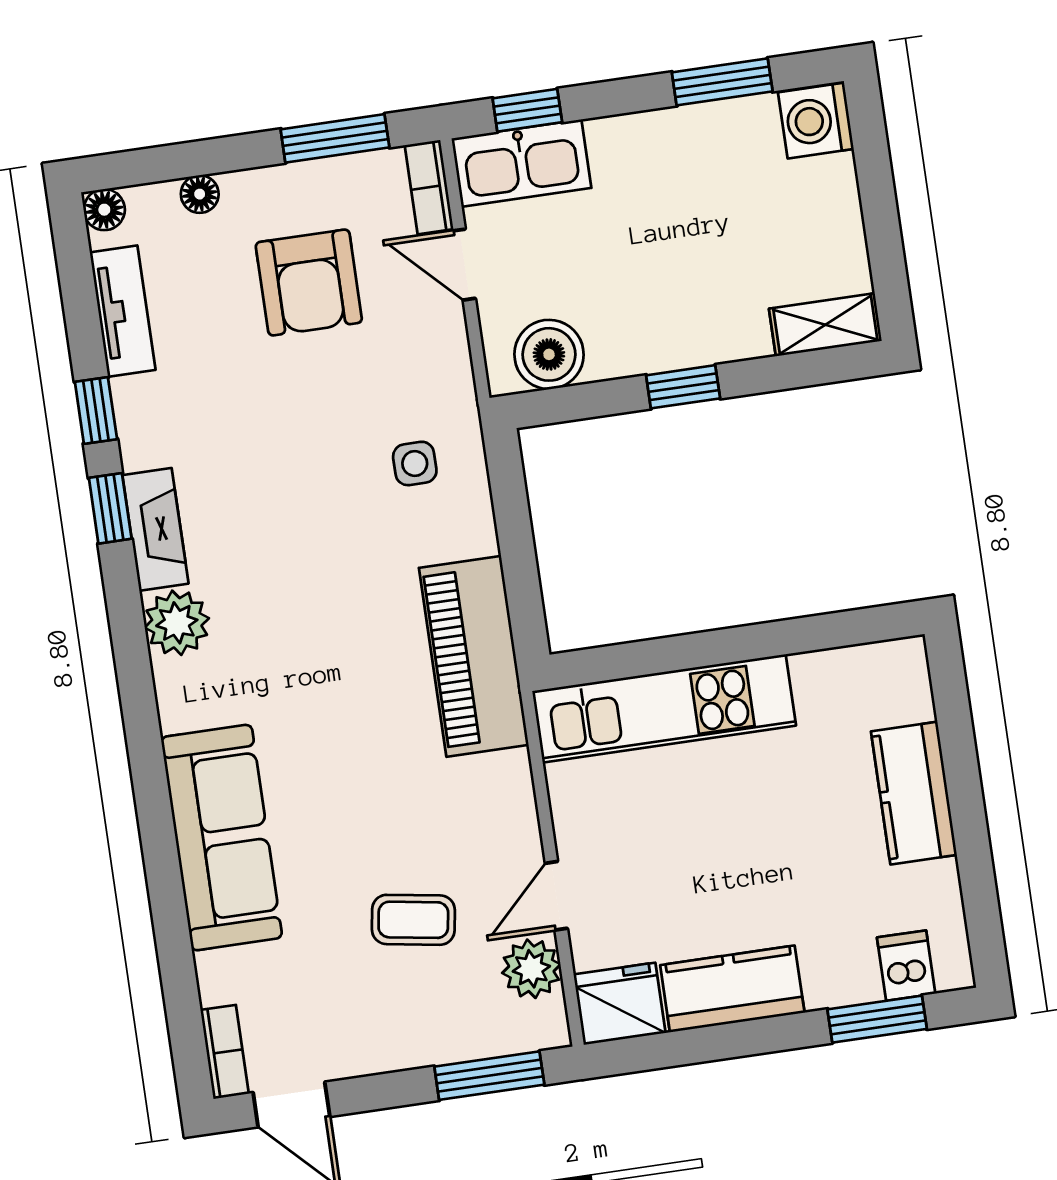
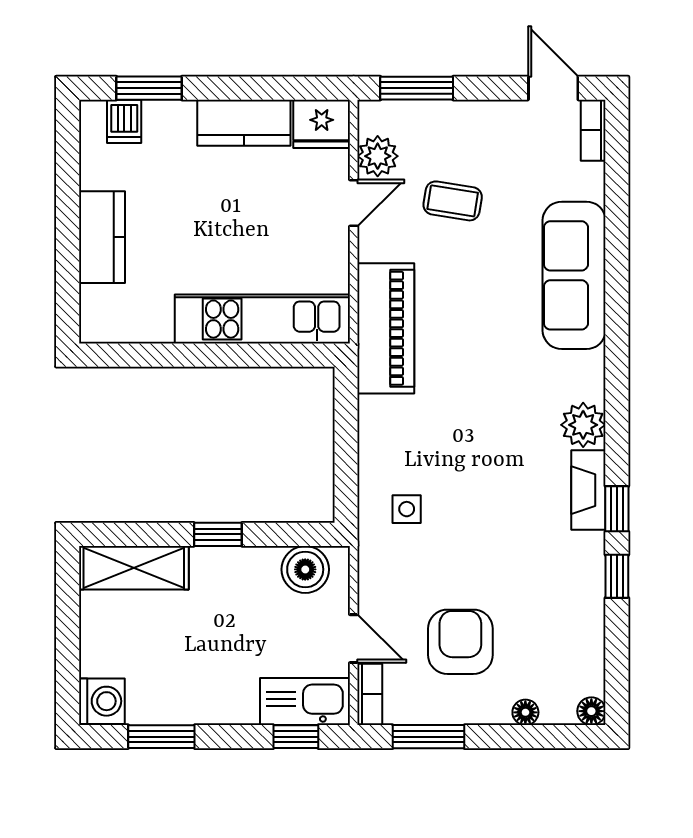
tv unit: (123, 311) -> (589, 641), removed
shelving: (825, 325) -> (134, 568), width x1.50, depth x1.33
piano: (474, 656) -> (386, 328), moved

